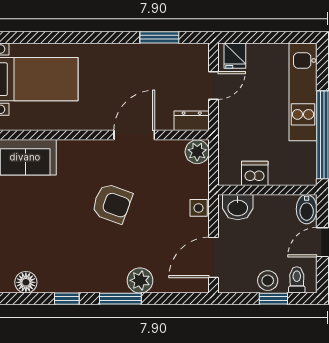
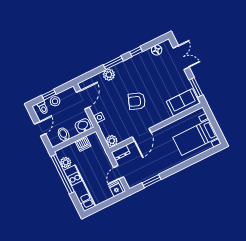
plant: (305, 154) -> (66, 162), added
bidet: (307, 209) -> (64, 135), moved

